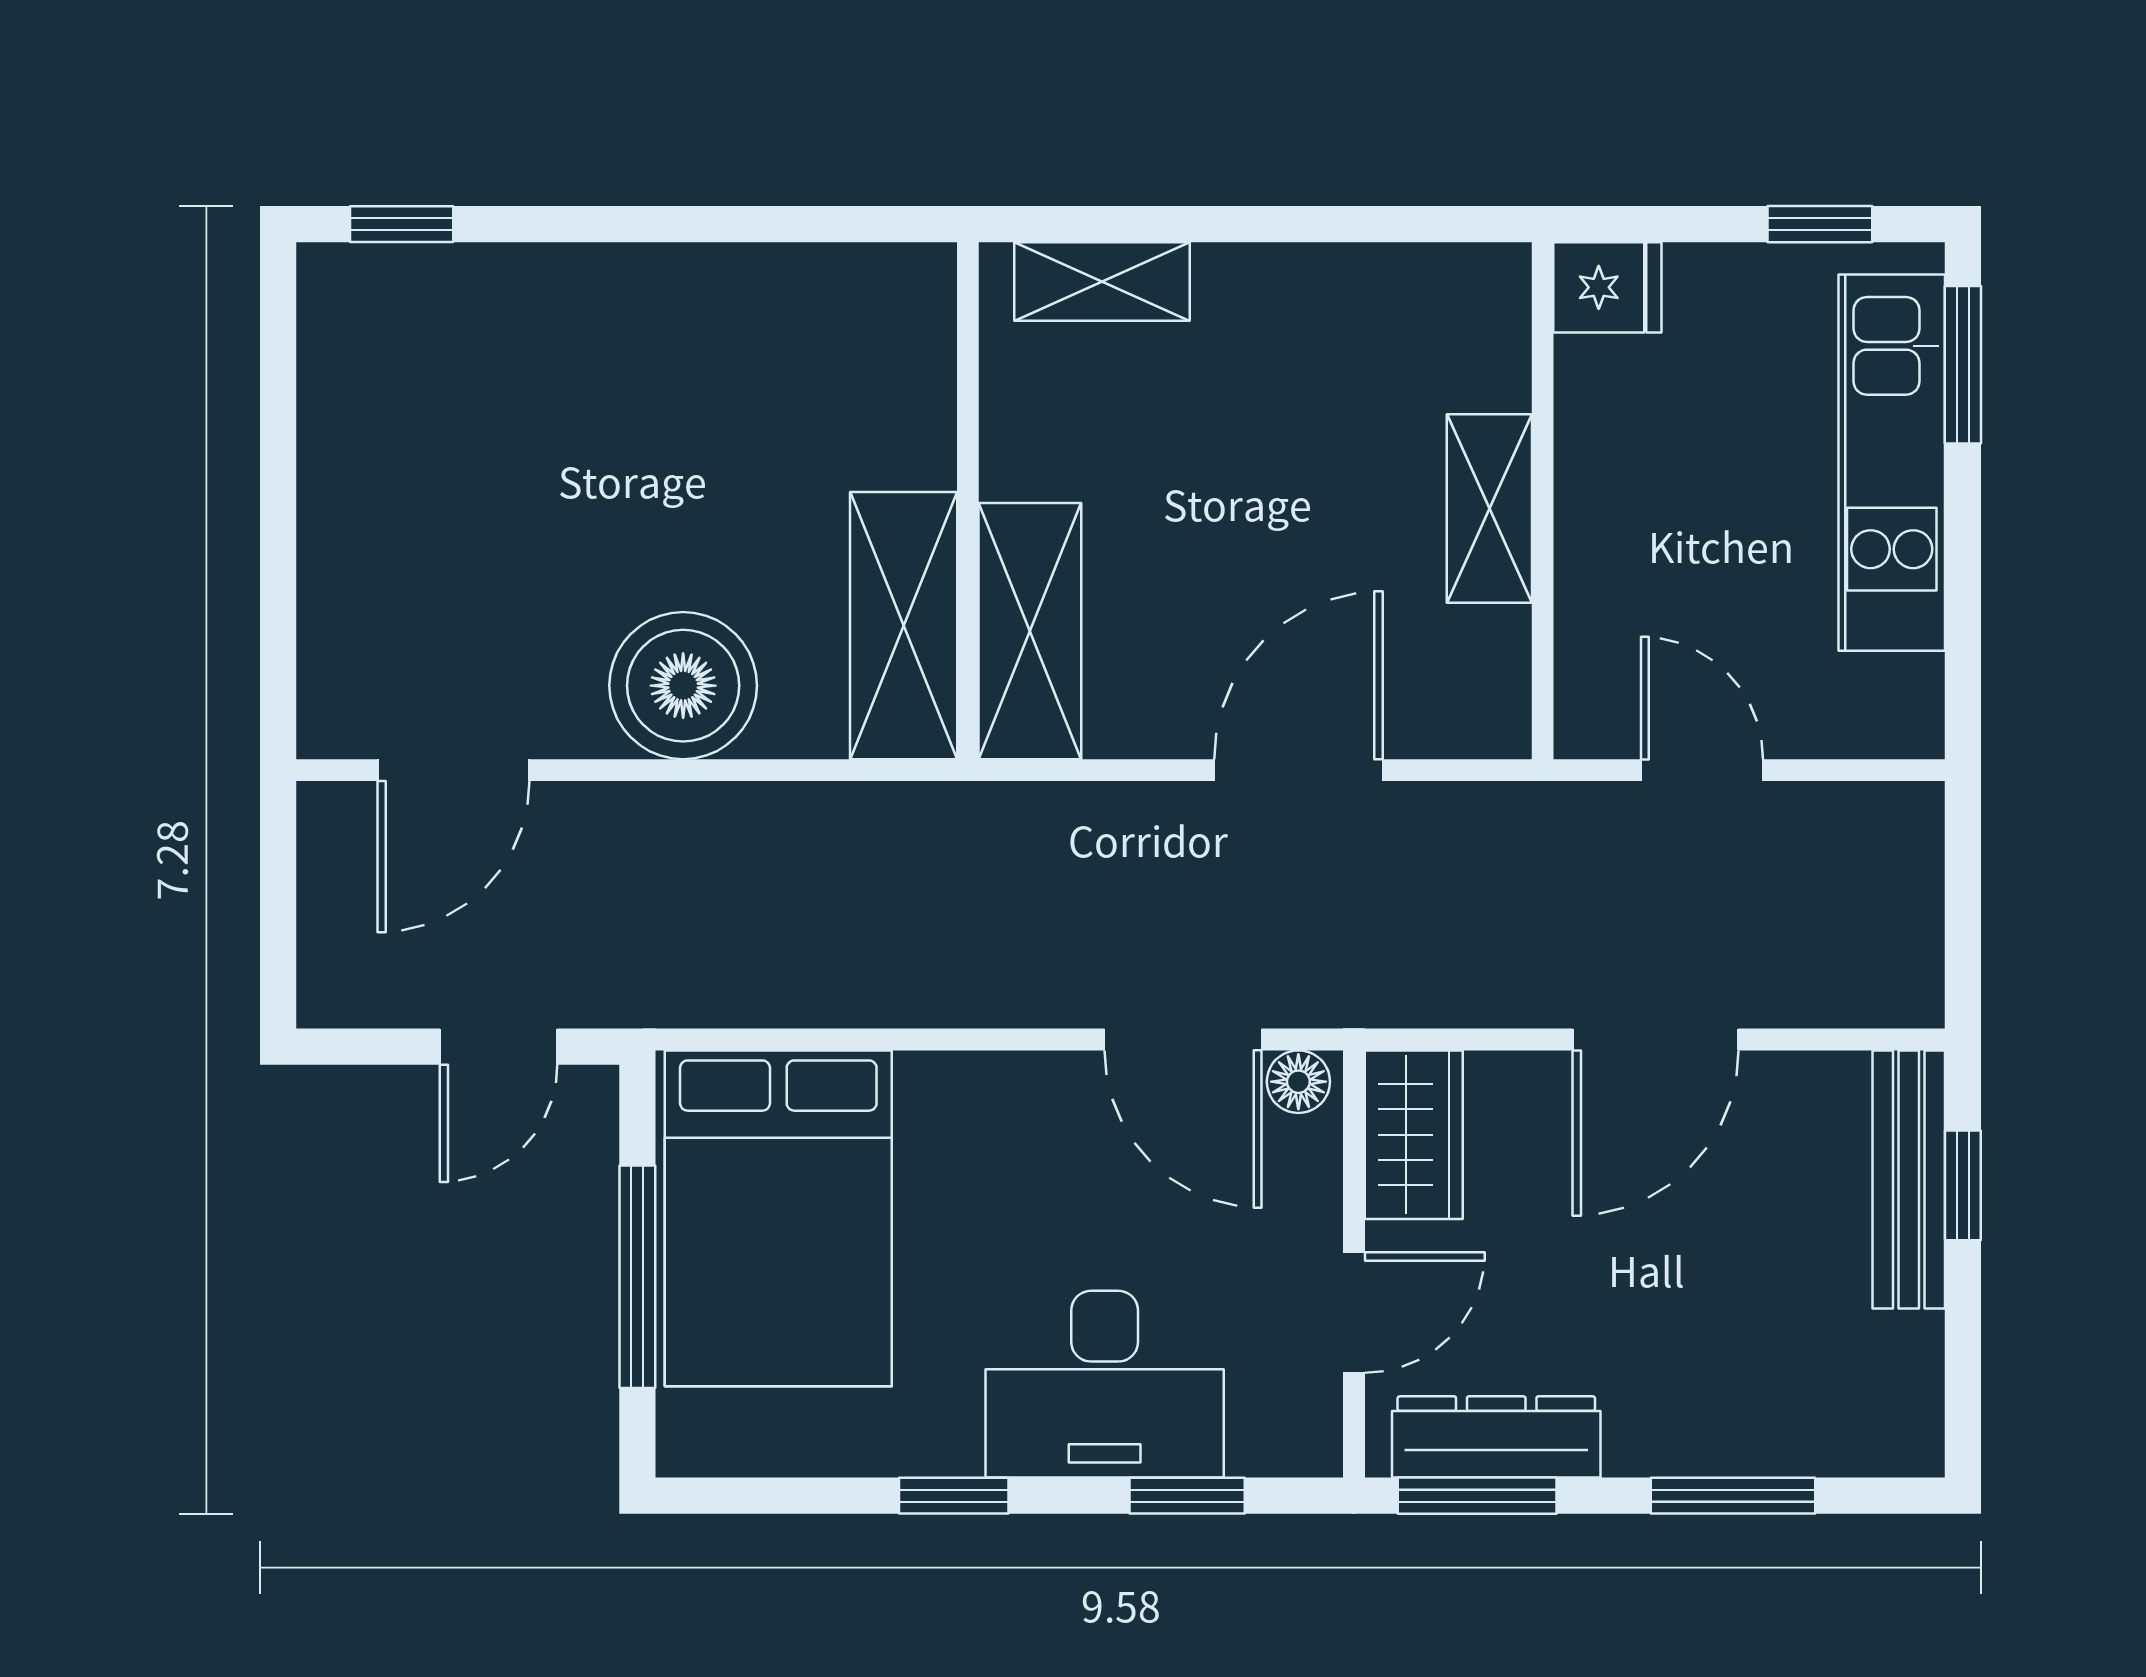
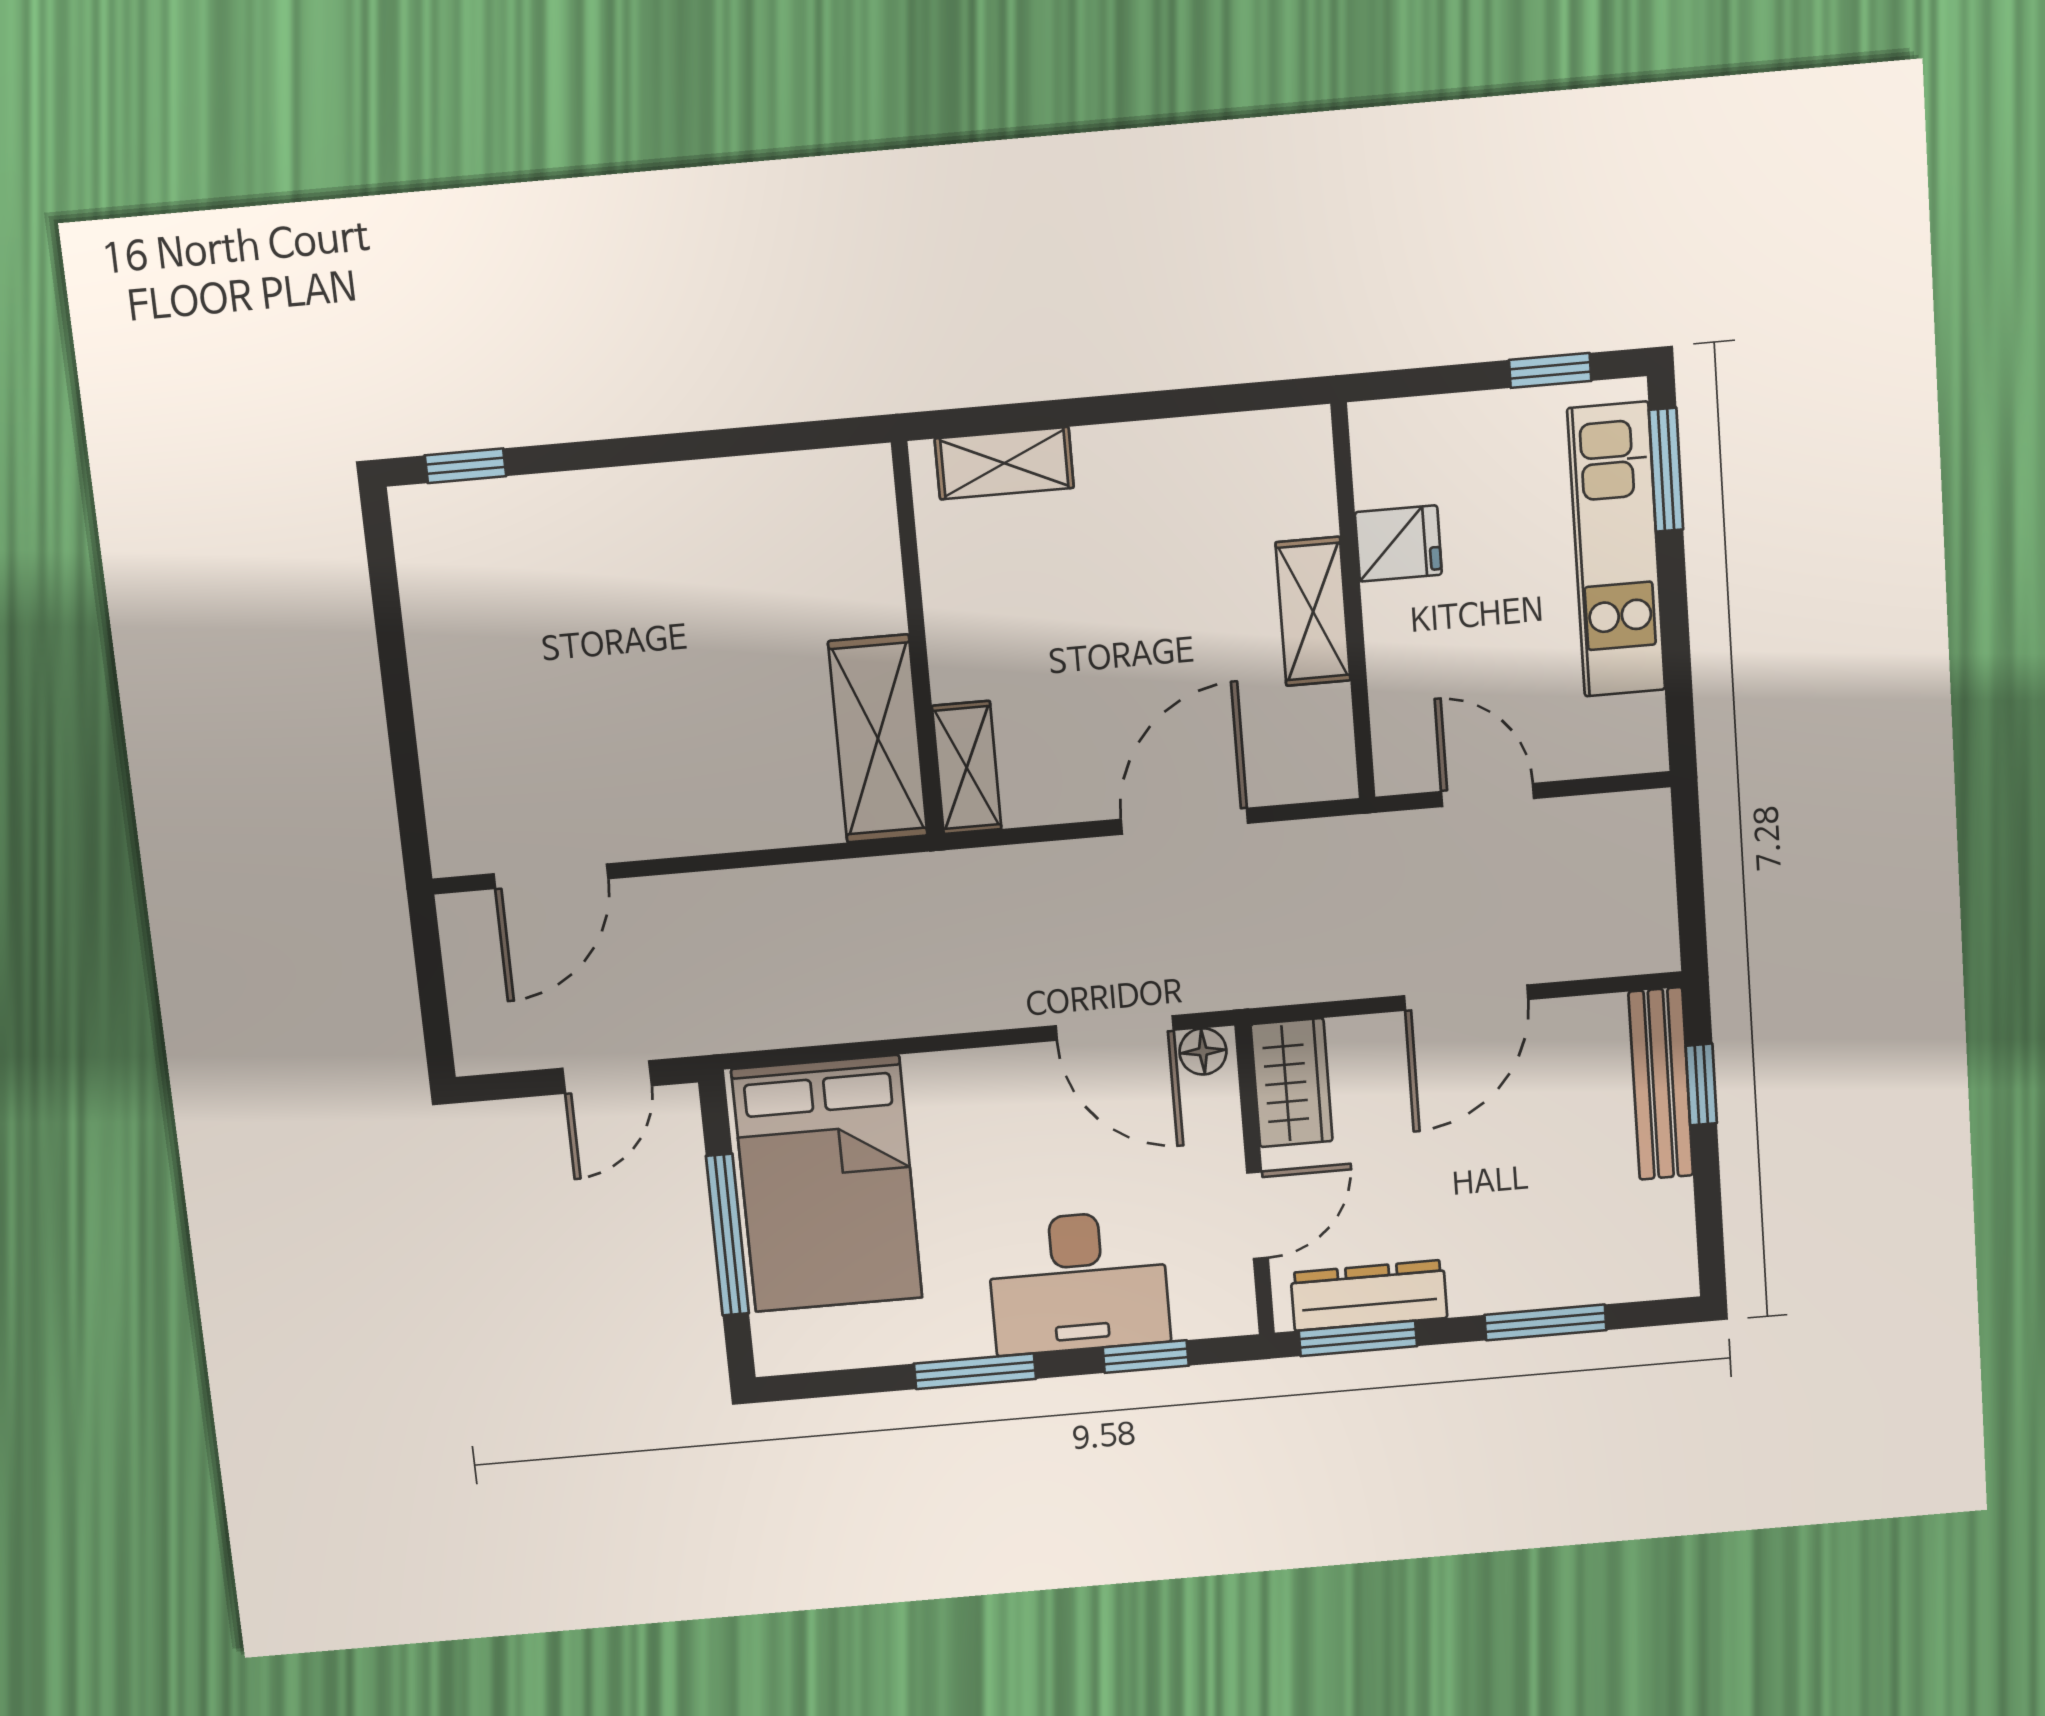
fridge: (1607, 287) -> (1398, 543), moved
shelving: (1030, 631) -> (967, 768), width x0.67, depth x0.75
boiler: (683, 686) -> (716, 798), removed
window: (954, 1496) -> (975, 1371), width x1.50

